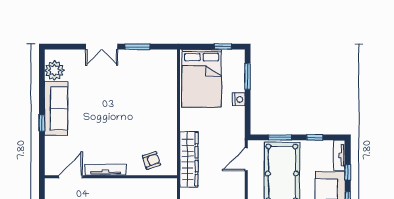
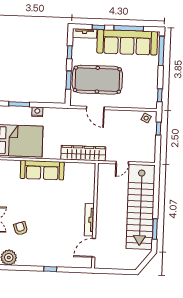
sofa: (56, 108) -> (42, 170), moved, turned 180
door: (246, 159) -> (95, 108), moved
armchair: (151, 160) -> (21, 228), moved
door: (70, 177) -> (94, 248), hinge flipped

